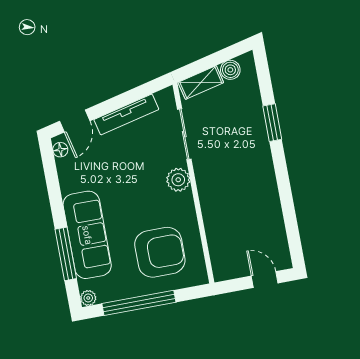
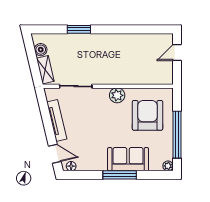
plant: (178, 180) -> (117, 95), moved
sofa: (87, 235) -> (128, 159), width x0.73
window: (66, 254) -> (120, 175), moved

